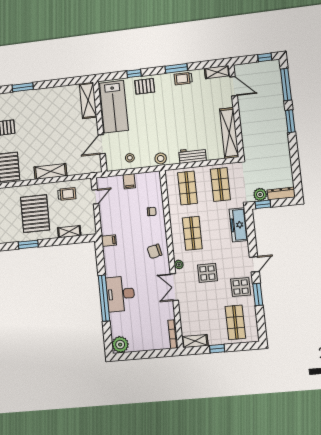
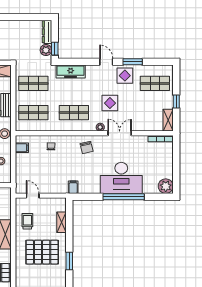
filing cabinet: (129, 181) -> (22, 148), moved
double door: (174, 287) -> (120, 133), swing flipped
desk: (120, 294) -> (121, 178), width x1.36, depth x1.30

